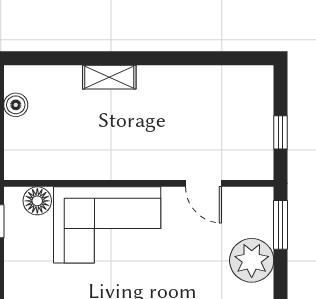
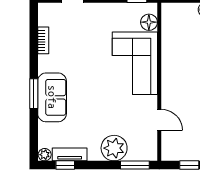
door: (204, 183) -> (159, 120), swing flipped

